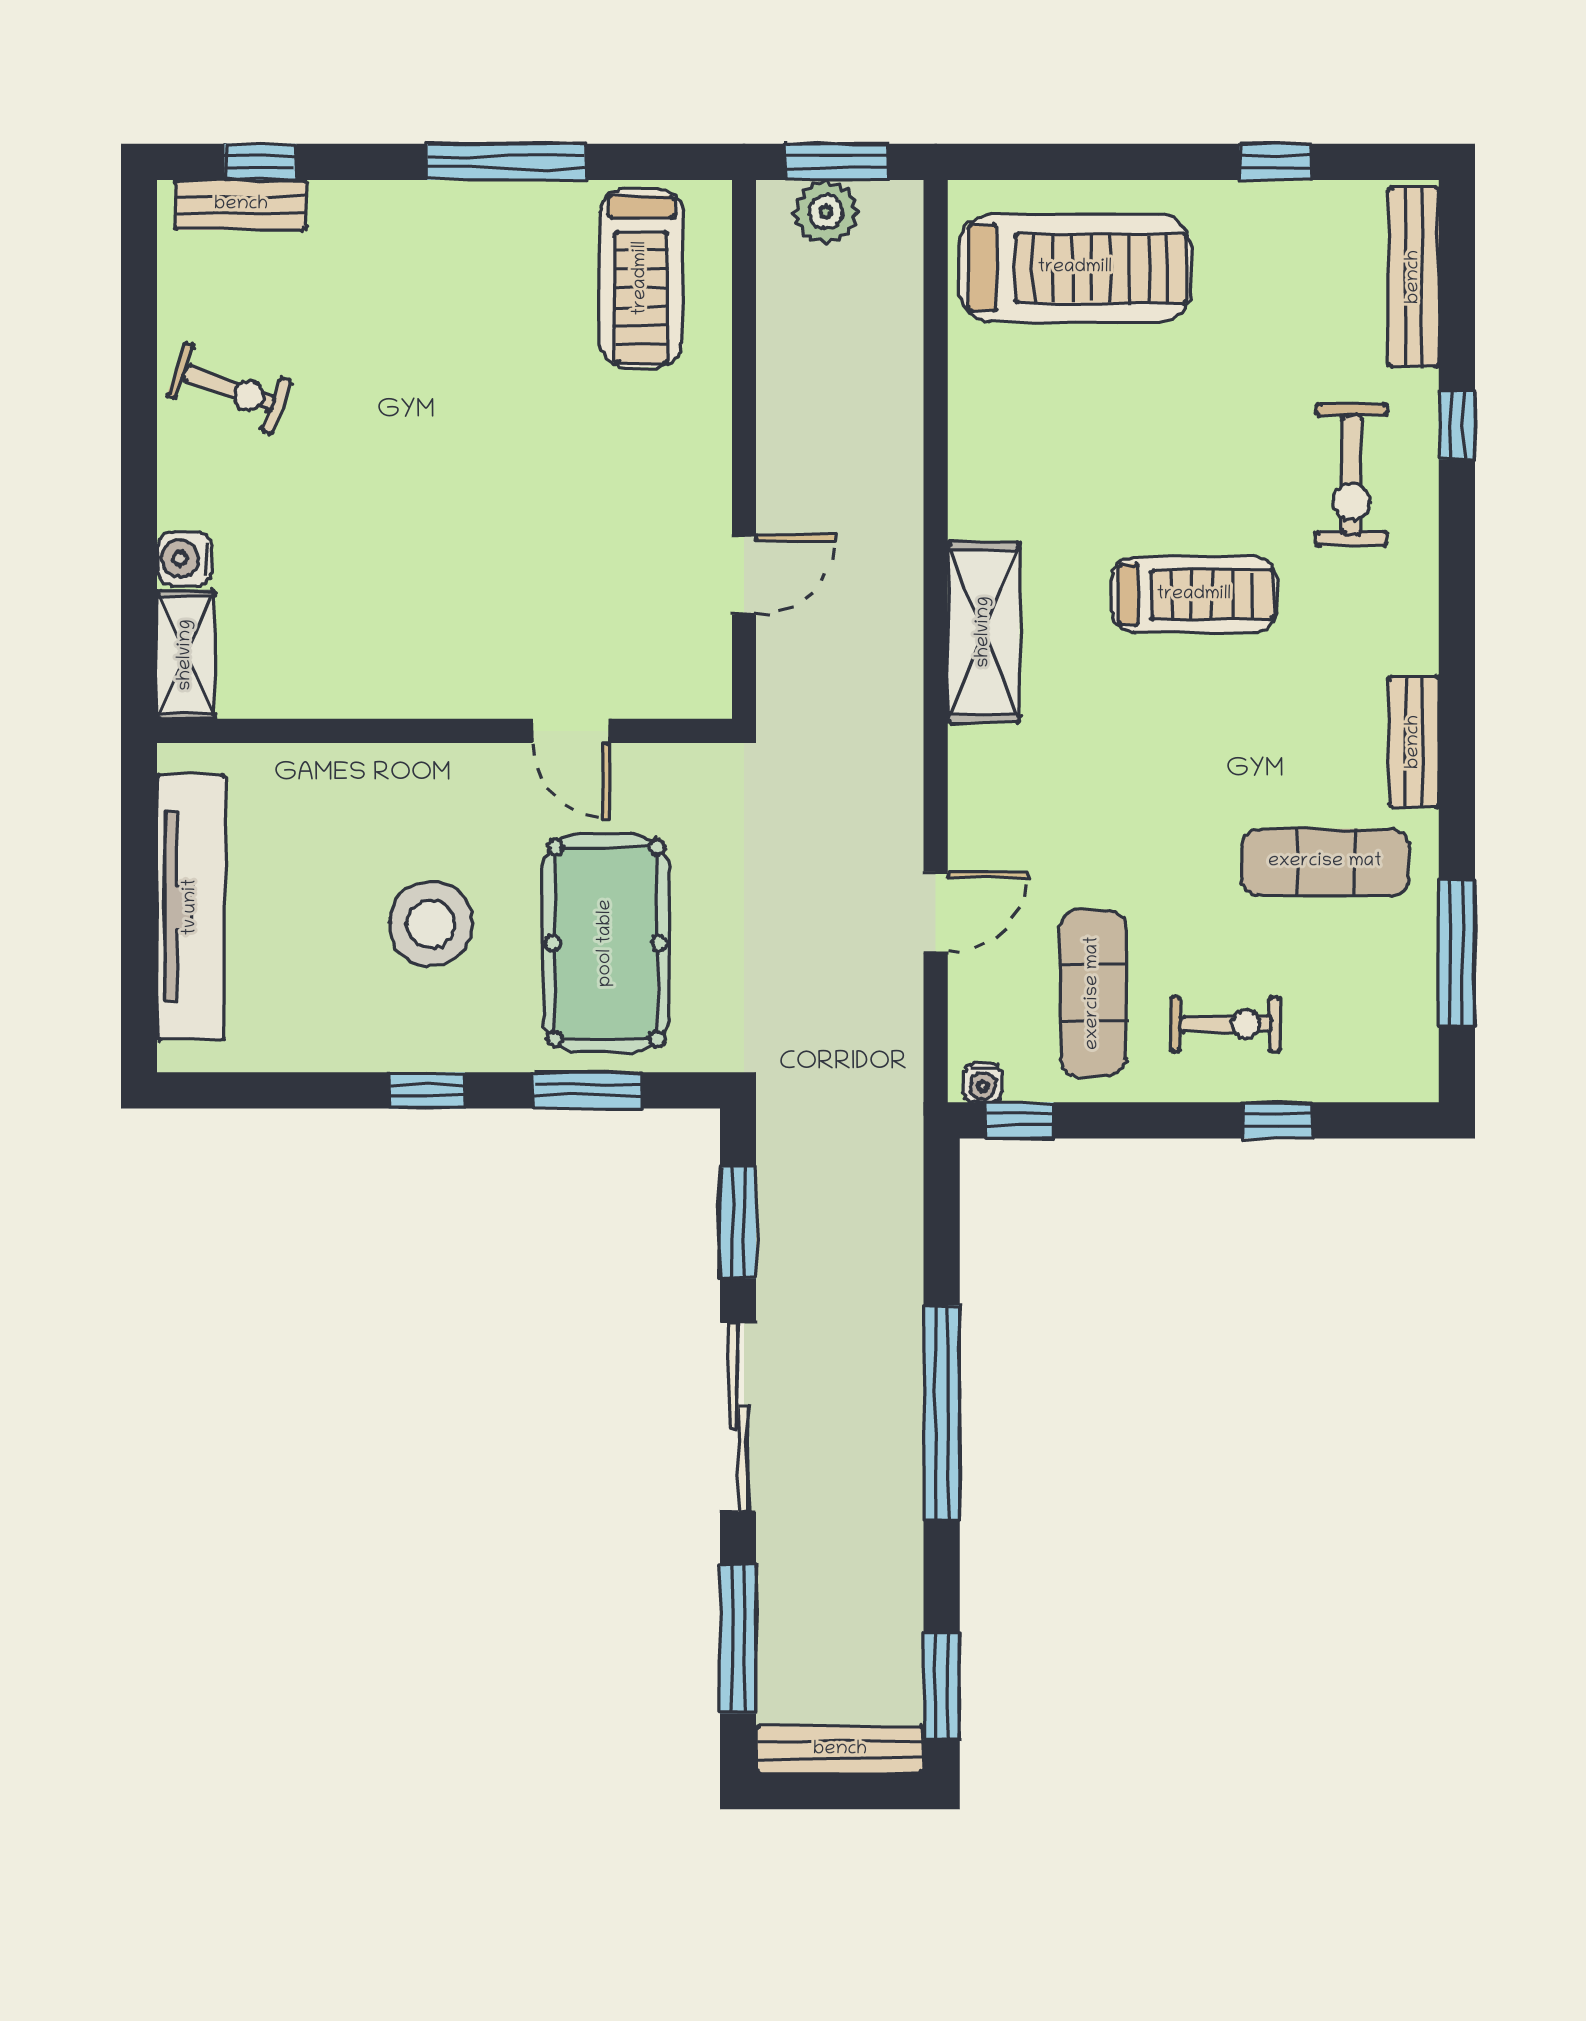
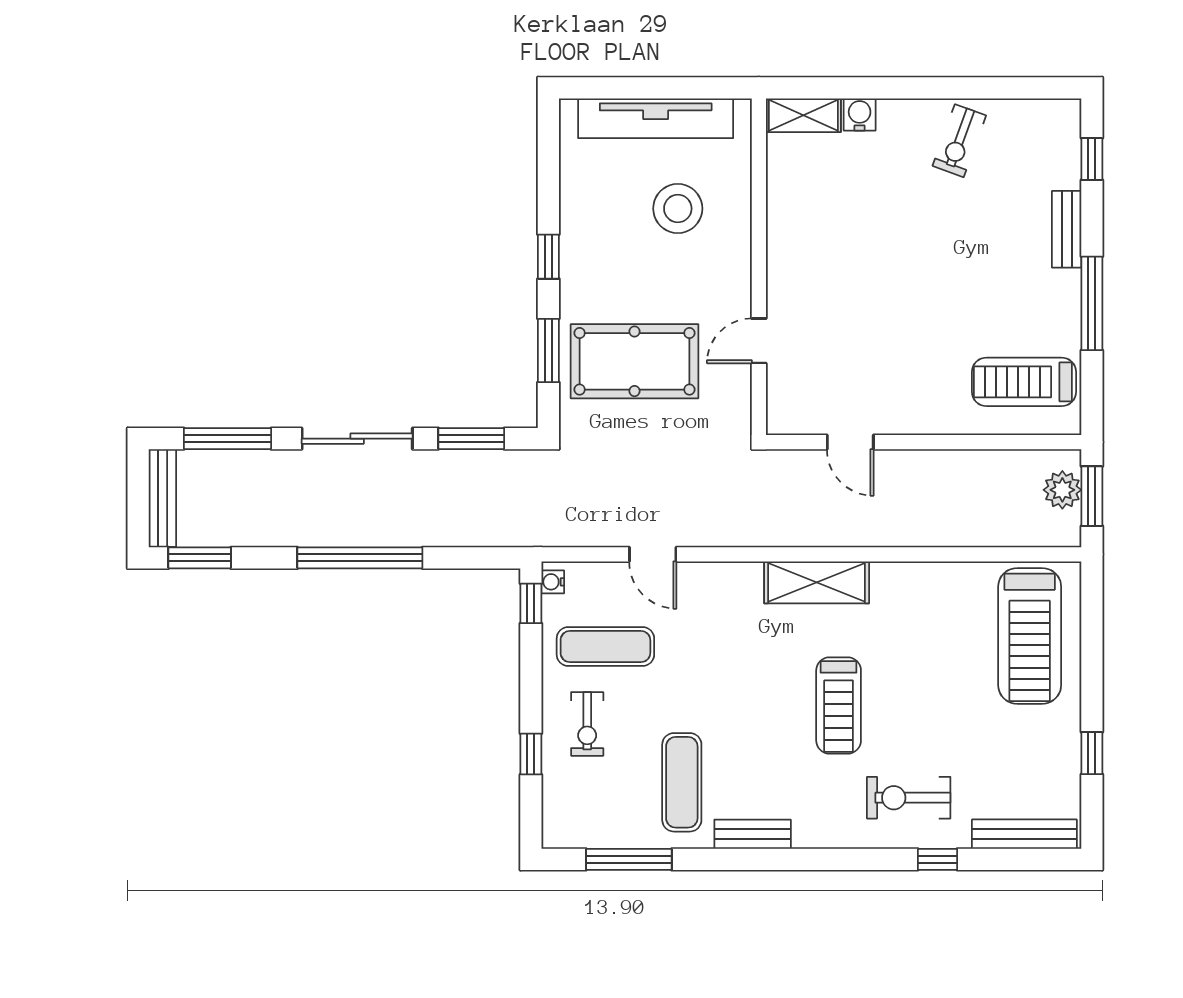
bench: (241, 205) -> (1067, 229), moved
stool: (431, 924) -> (678, 209), moved

